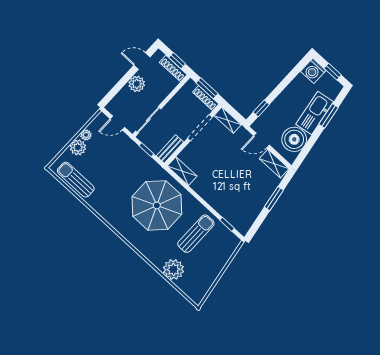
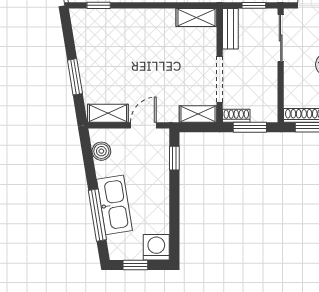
shoe rack: (206, 98) -> (236, 116), width x0.70
window: (329, 116) -> (97, 215), width x1.44
boiler: (294, 139) -> (101, 151), width x0.54, depth x0.54

